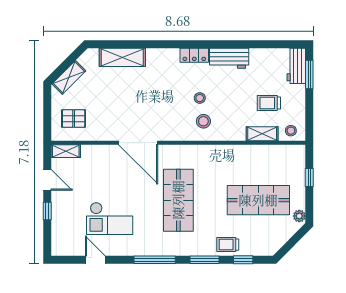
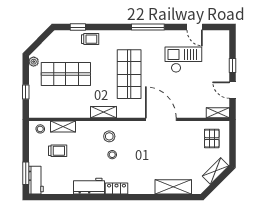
pallet: (74, 119) -> (212, 139), turned 90
shelving: (211, 152) -> (103, 112), added
window: (205, 260) -> (108, 27), removed

